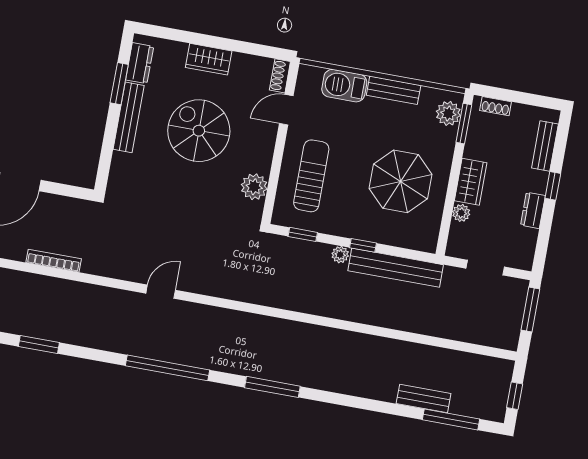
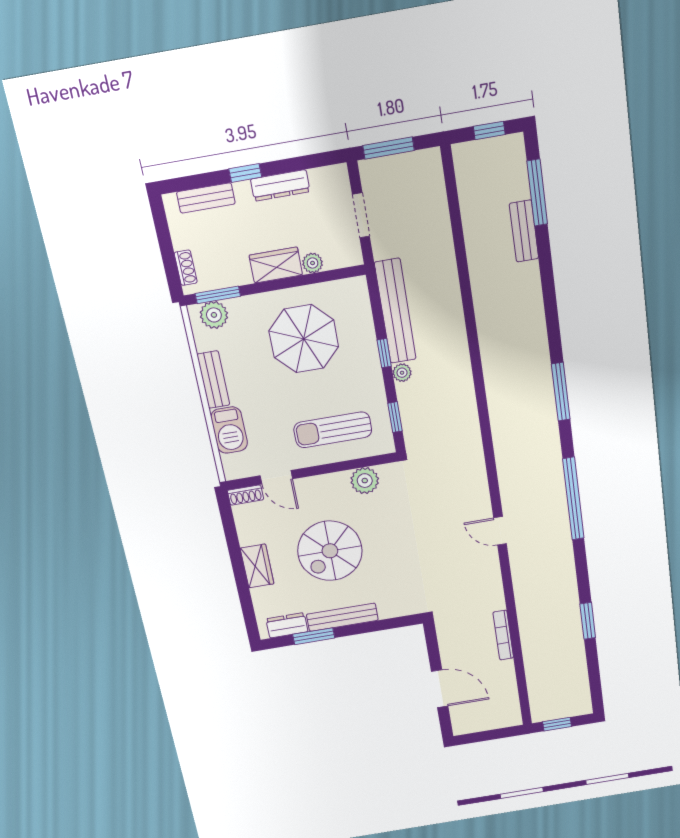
dresser: (533, 210) -> (280, 185), width x1.44

